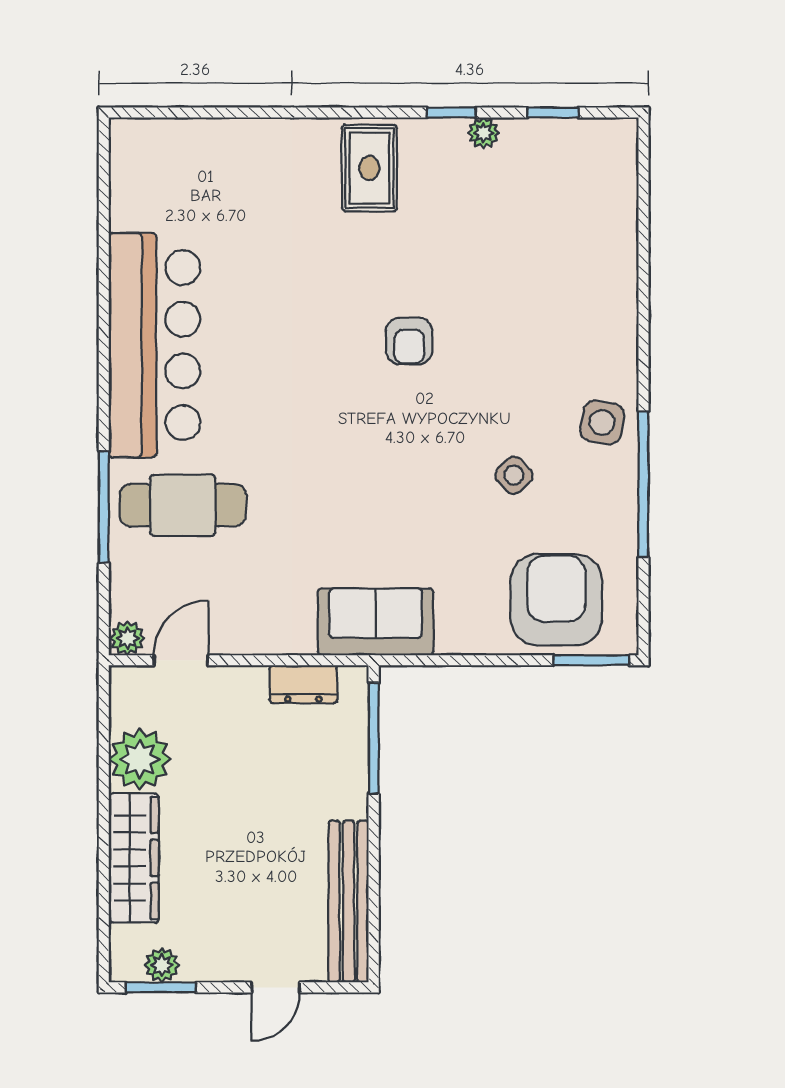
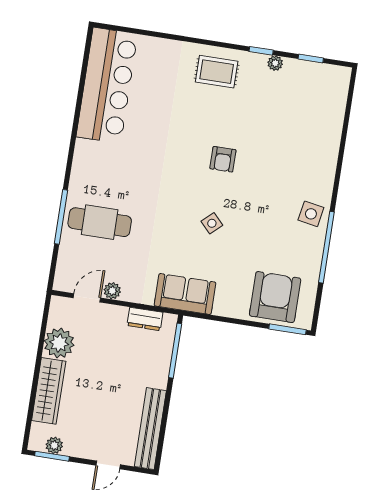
rug: (369, 168) -> (217, 72), turned 90
bar counter: (155, 345) -> (107, 85), moved
side table: (514, 475) -> (212, 223), moved
plant: (127, 638) -> (112, 291), moved

